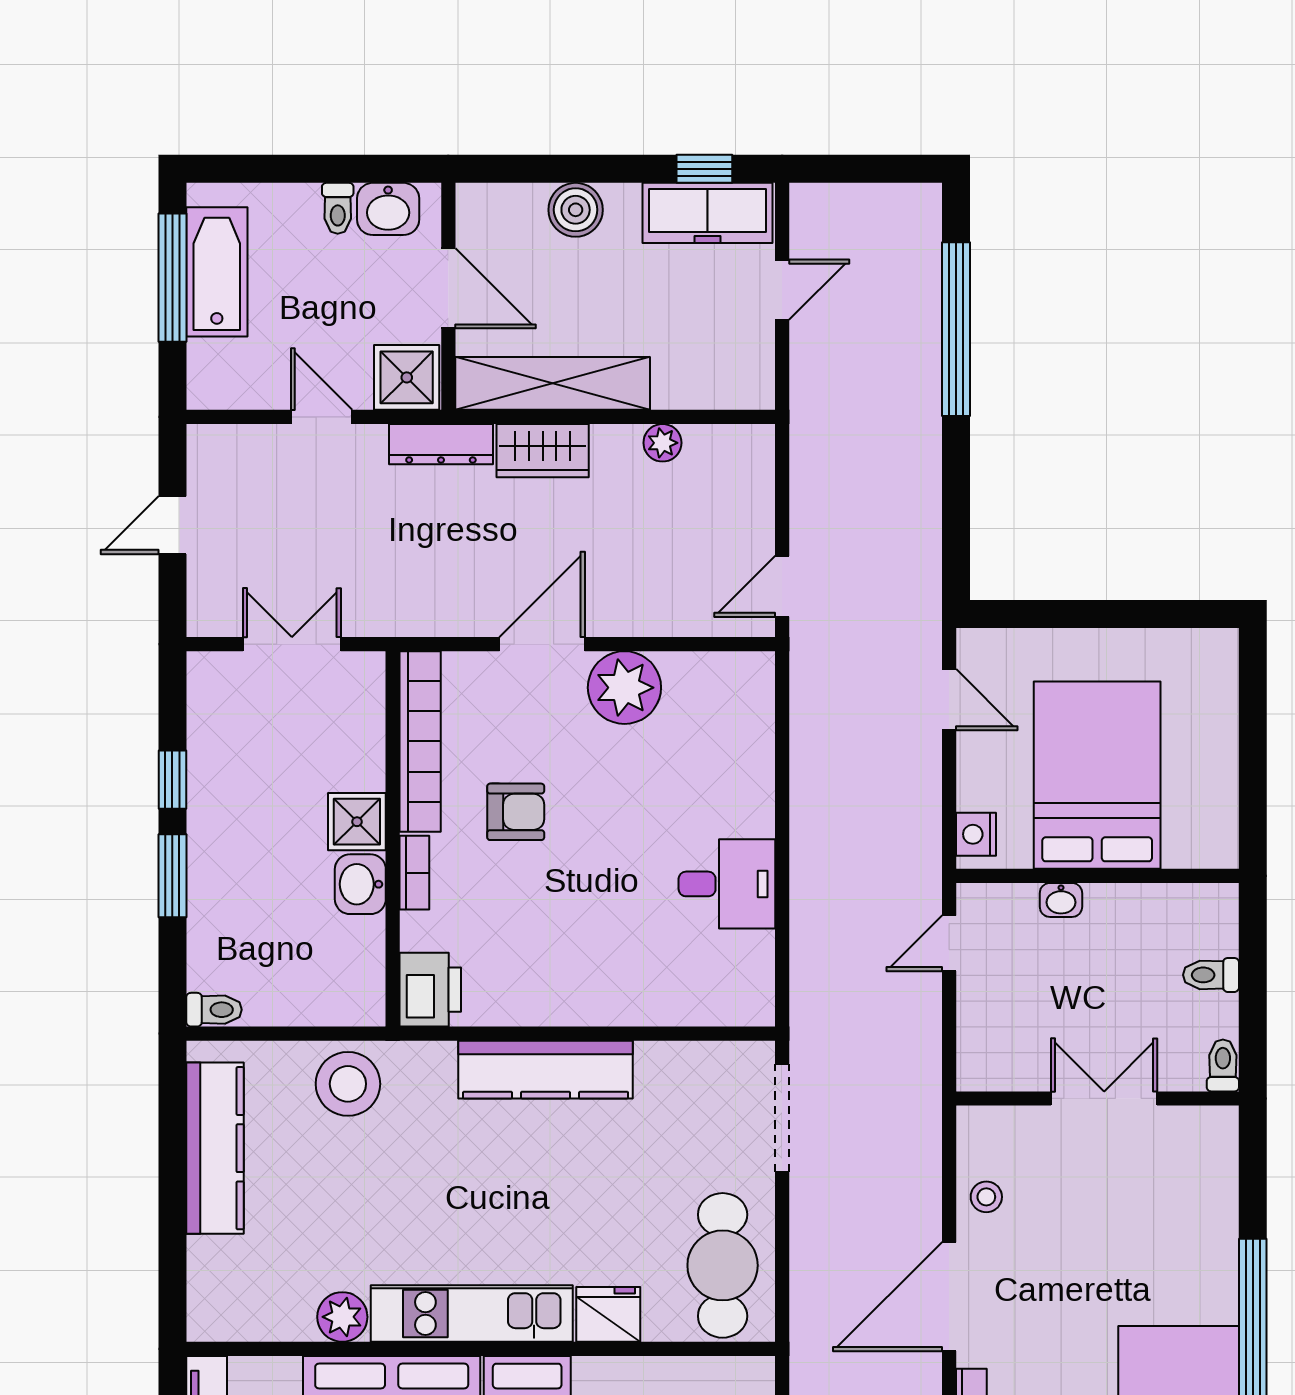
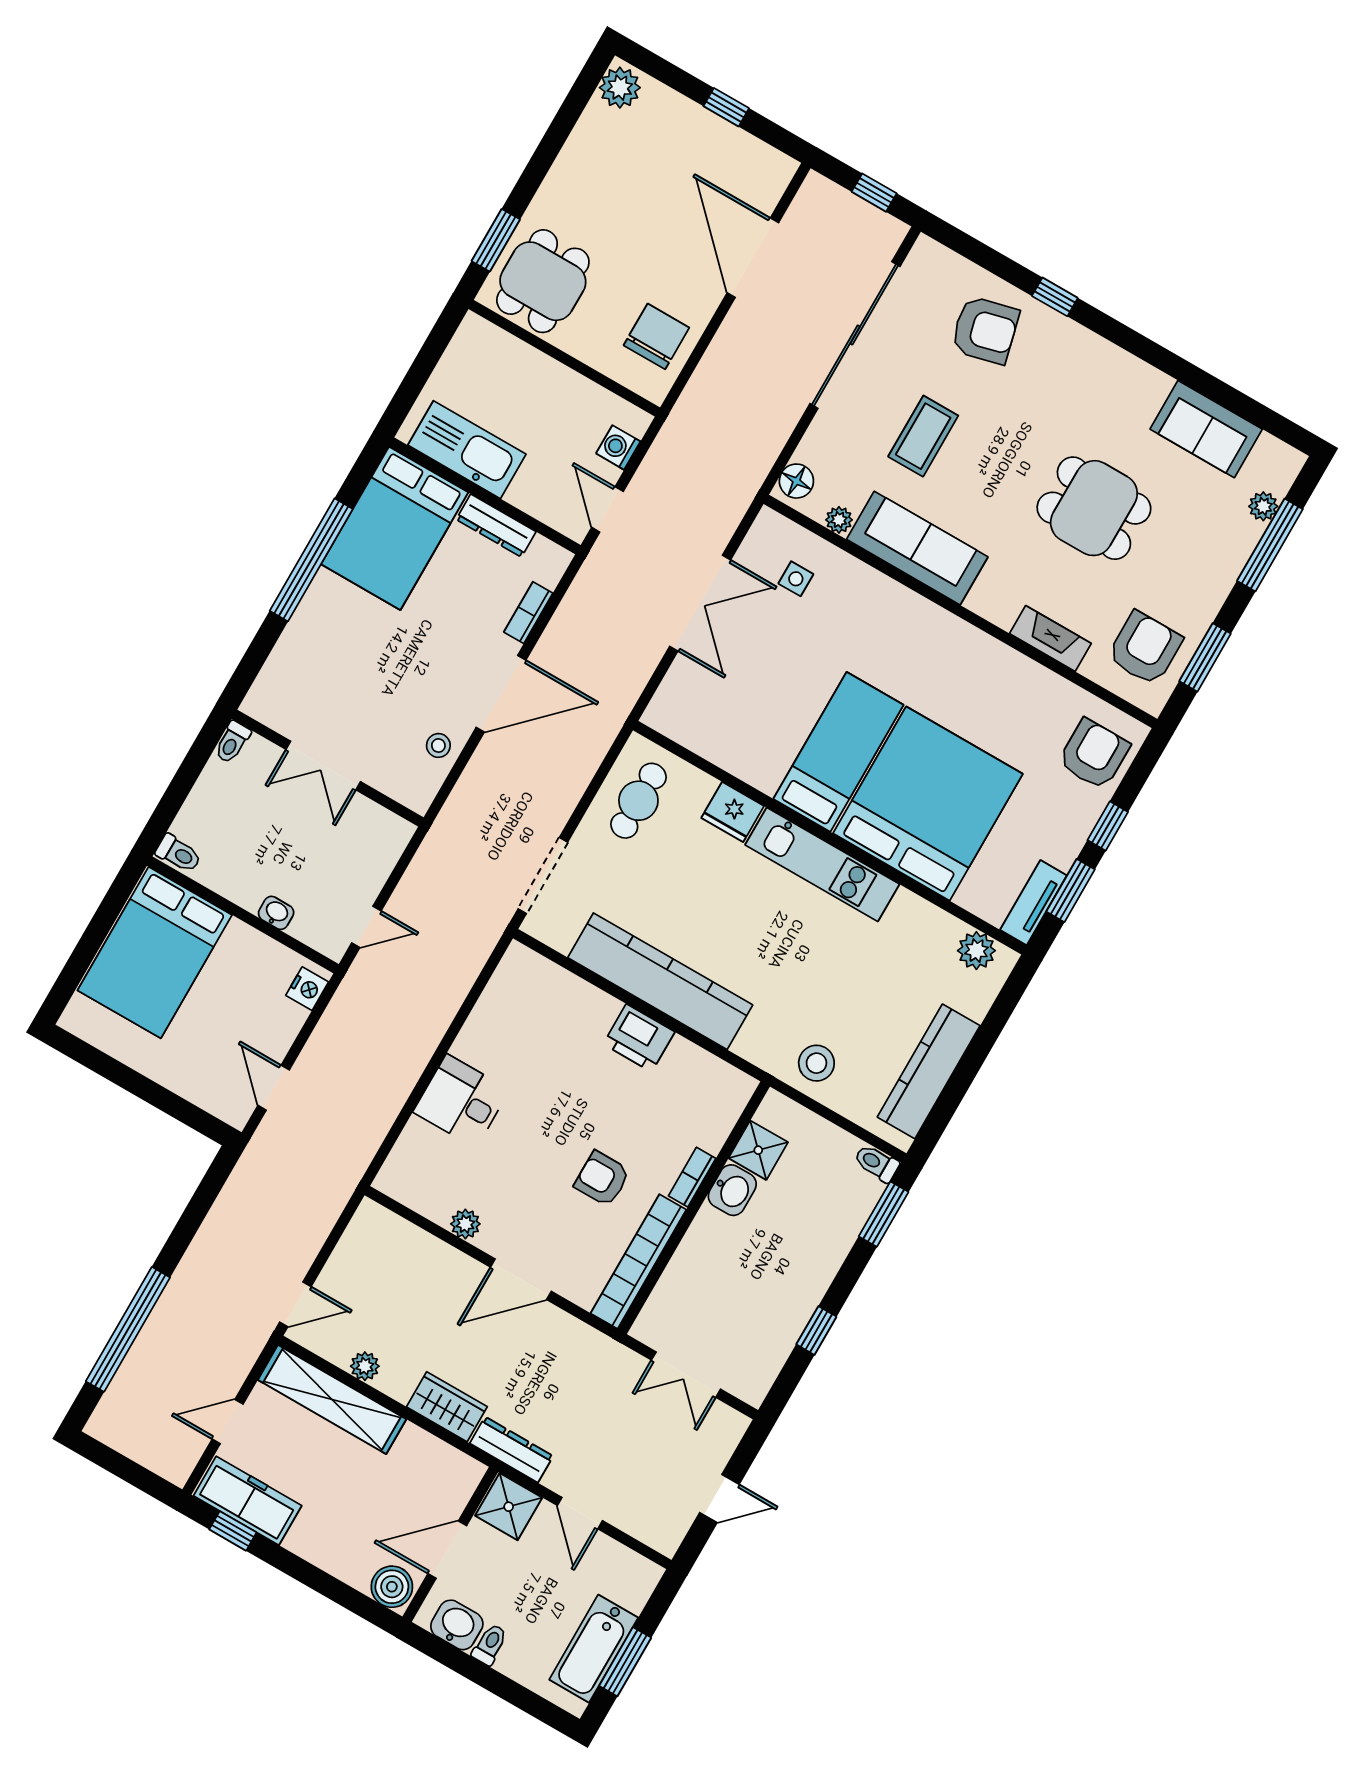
boiler: (576, 210) -> (392, 1587), moved
window: (172, 278) -> (625, 1662), width x0.69
door: (448, 288) -> (447, 1550), hinge flipped
shelving: (553, 383) -> (332, 1400), moved
door: (782, 586) -> (295, 1304), moved
plant: (624, 688) -> (465, 1224), width x0.53, depth x0.53
bed: (1097, 775) -> (155, 953), moved
shower: (357, 822) -> (758, 1150), moved
window: (172, 876) -> (884, 1214), moved
desk: (727, 884) -> (461, 1101), moved
toilet: (1211, 975) -> (178, 854), moved
printer: (430, 990) -> (639, 1038), moved, turned -90
kitchen counter: (546, 1070) -> (660, 981), width x1.39, depth x1.17
stool: (348, 1084) -> (816, 1063), width x0.73, depth x0.73
cafe table: (723, 1265) -> (638, 801), width x0.73, depth x0.74
plant: (342, 1317) -> (976, 951), moved

